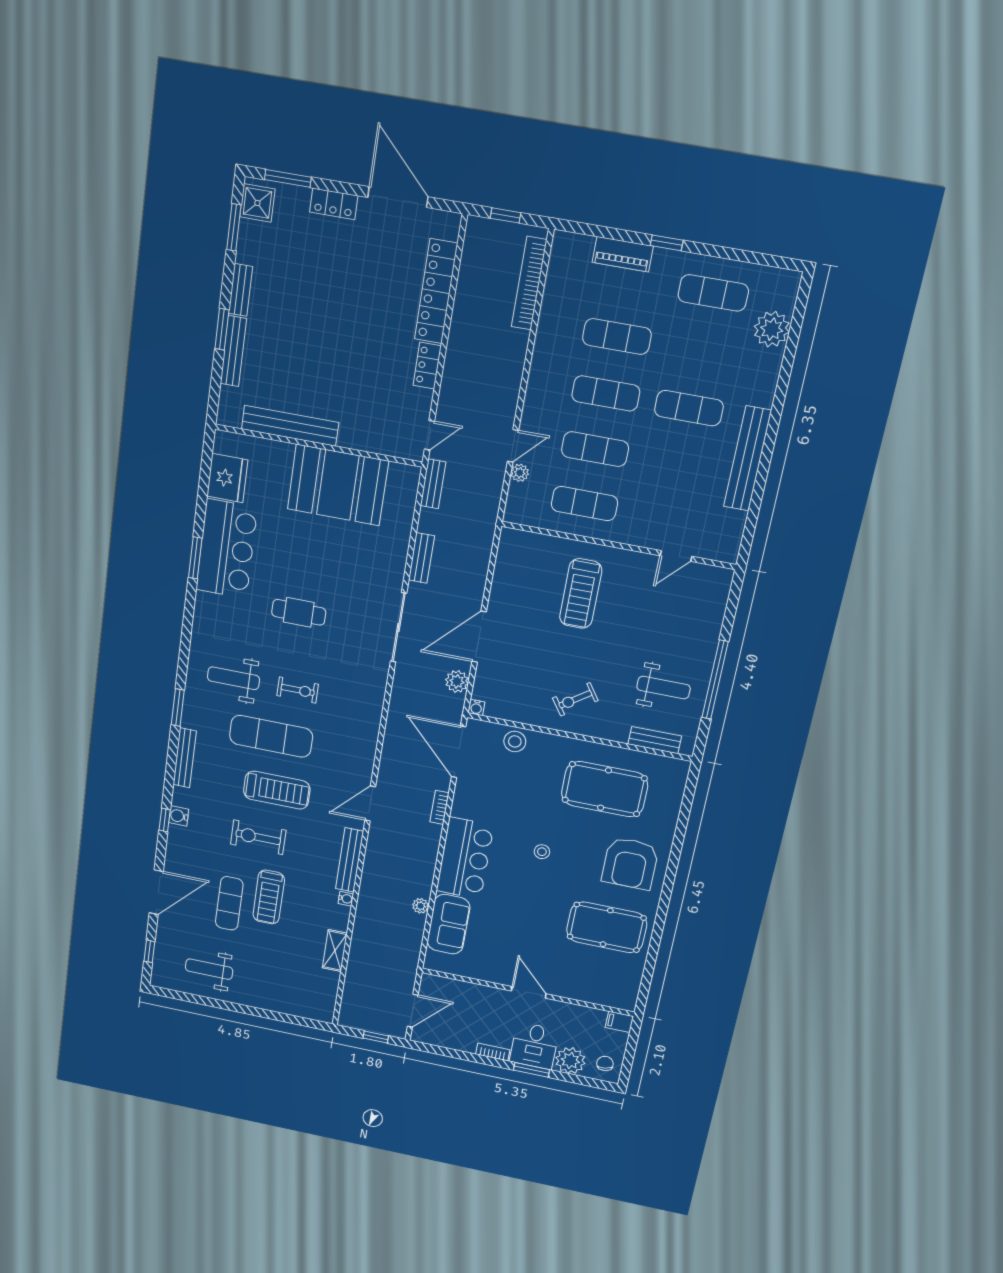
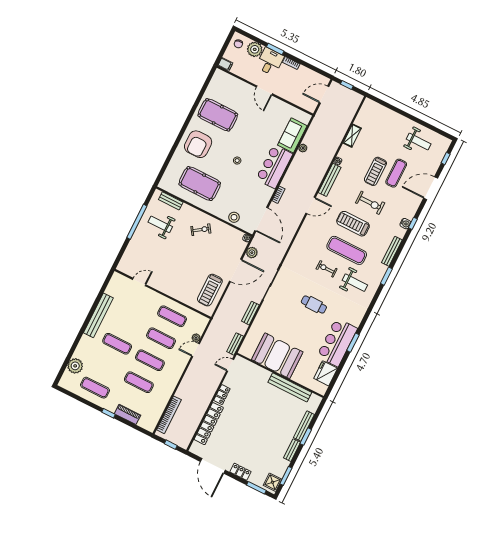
treadmill: (581, 594) -> (210, 290), moved, turned 180
armchair: (630, 863) -> (198, 144), turned 180
treadmill: (269, 897) -> (375, 171), turned 180

